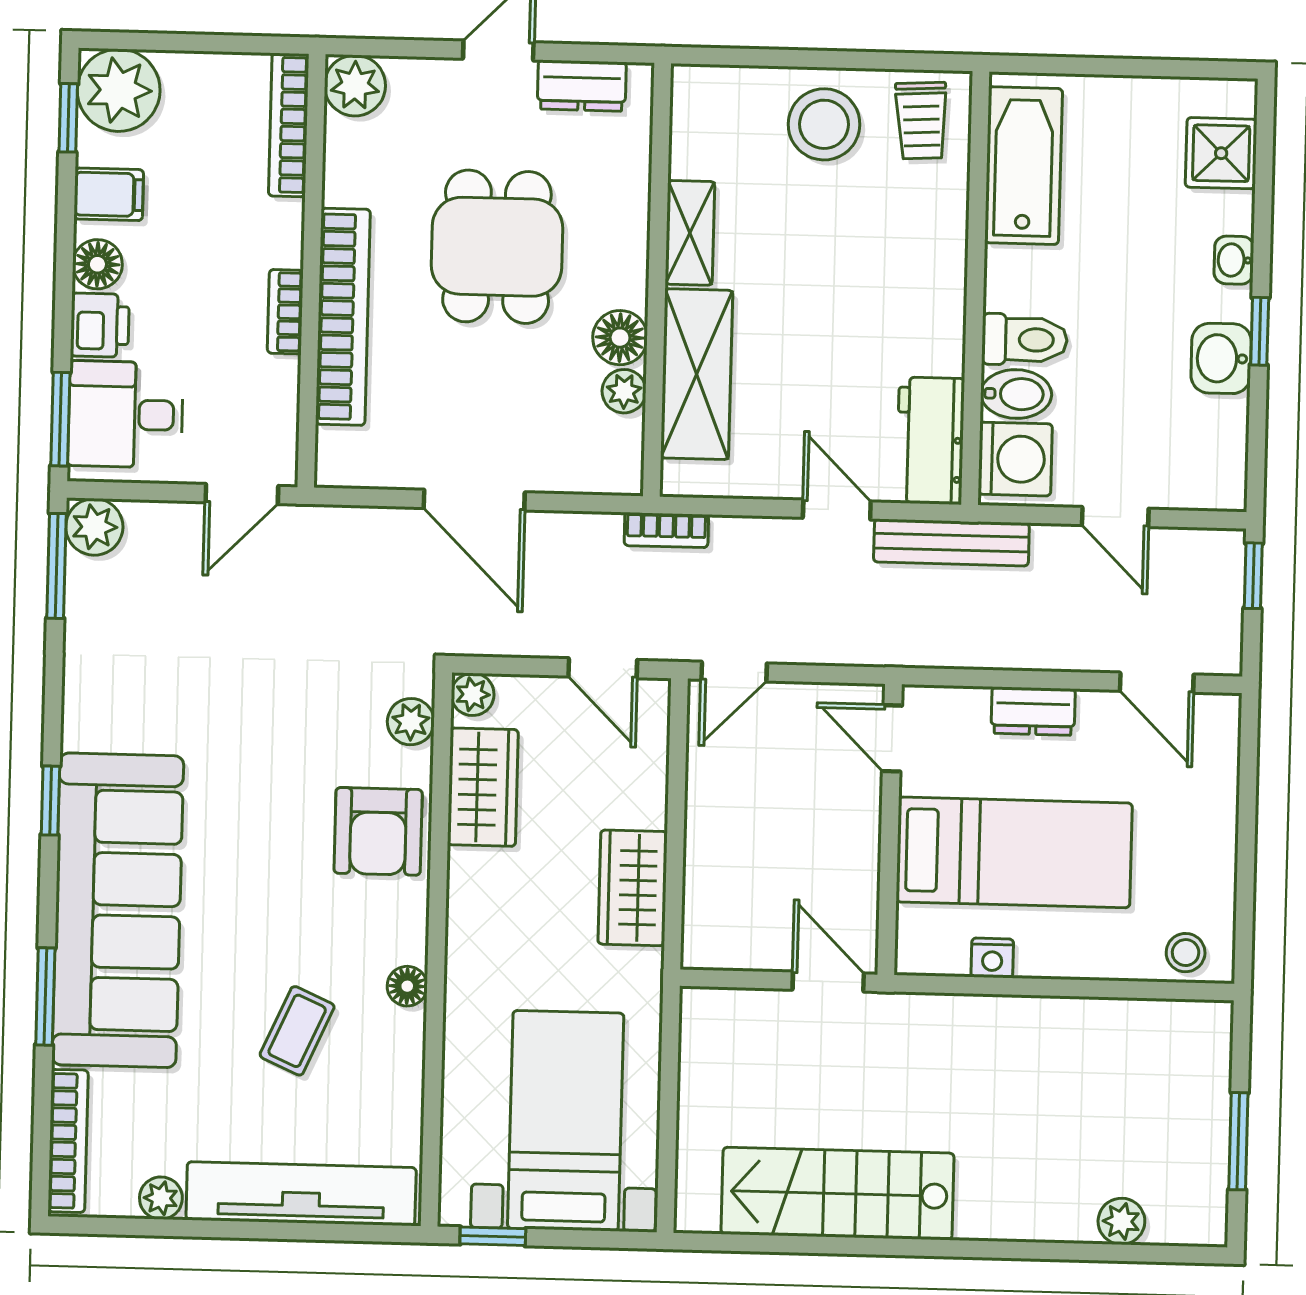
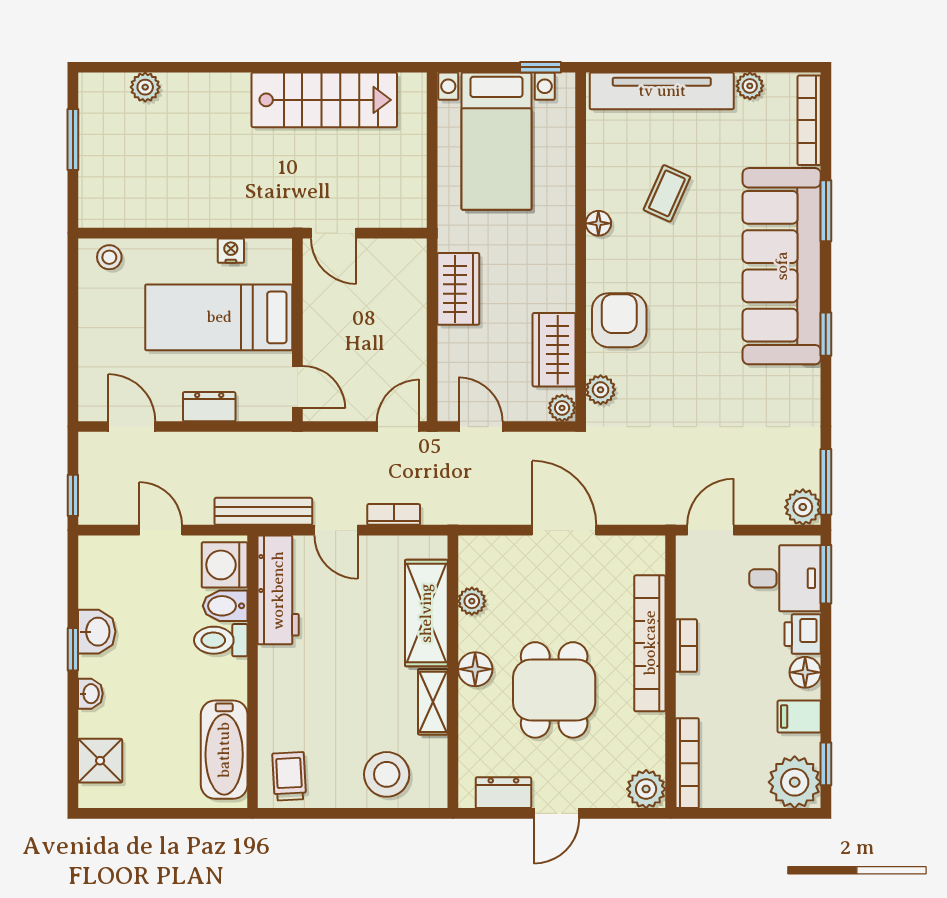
stool: (824, 124) -> (387, 774), moved
floor lamp: (620, 338) -> (475, 669), moved
workbench: (930, 441) -> (278, 590), width x1.38
bookcase: (666, 530) -> (394, 514), moved

